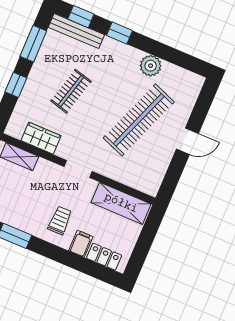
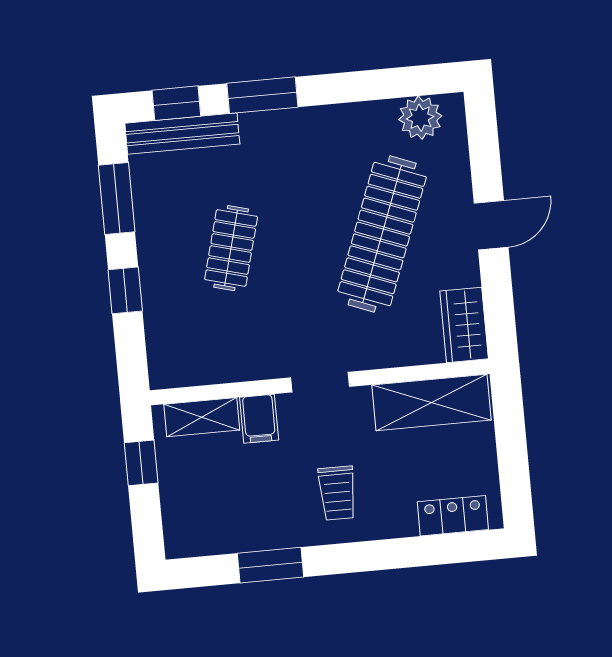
window: (119, 33) -> (262, 95), width x1.50
plant: (151, 66) -> (420, 118), moved
wardrobe: (41, 138) -> (464, 325), moved, turned -90
trolley: (60, 220) -> (337, 493), turned 180
filing cabinet: (81, 244) -> (259, 419), moved, turned 180

